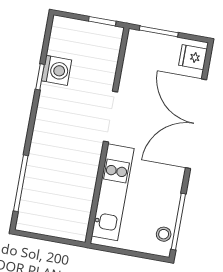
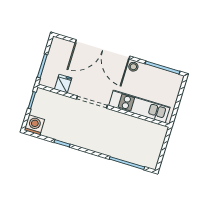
fridge: (193, 57) -> (63, 84), moved, turned 180
washing machine: (57, 70) -> (34, 125), moved
stool: (164, 234) -> (133, 67), moved

